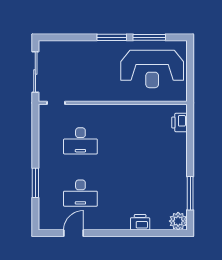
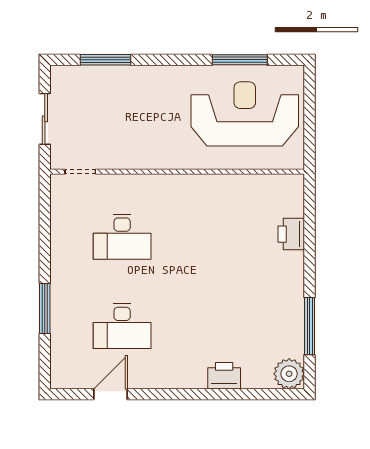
window: (112, 37) -> (106, 60), moved
reception desk: (152, 69) -> (245, 114), turned 180
sliding door: (35, 72) -> (45, 119), width x0.73
printer: (179, 122) -> (291, 234), moved

